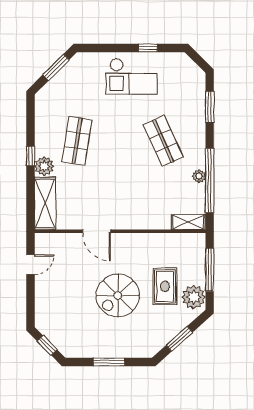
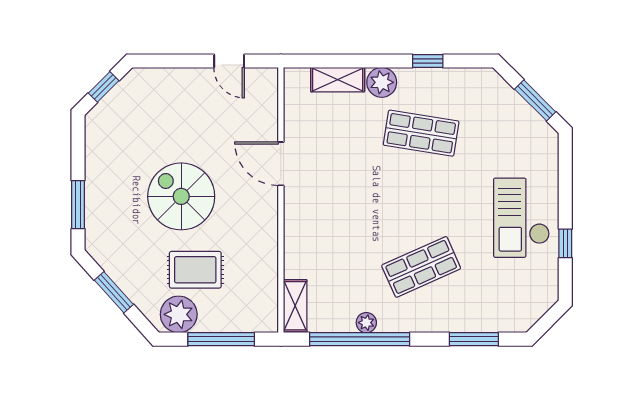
window: (30, 156) -> (428, 61), moved
shelving: (45, 203) -> (338, 80), width x0.67, depth x0.75
door: (97, 231) -> (281, 164), hinge flipped
window: (109, 362) -> (78, 205), moved

